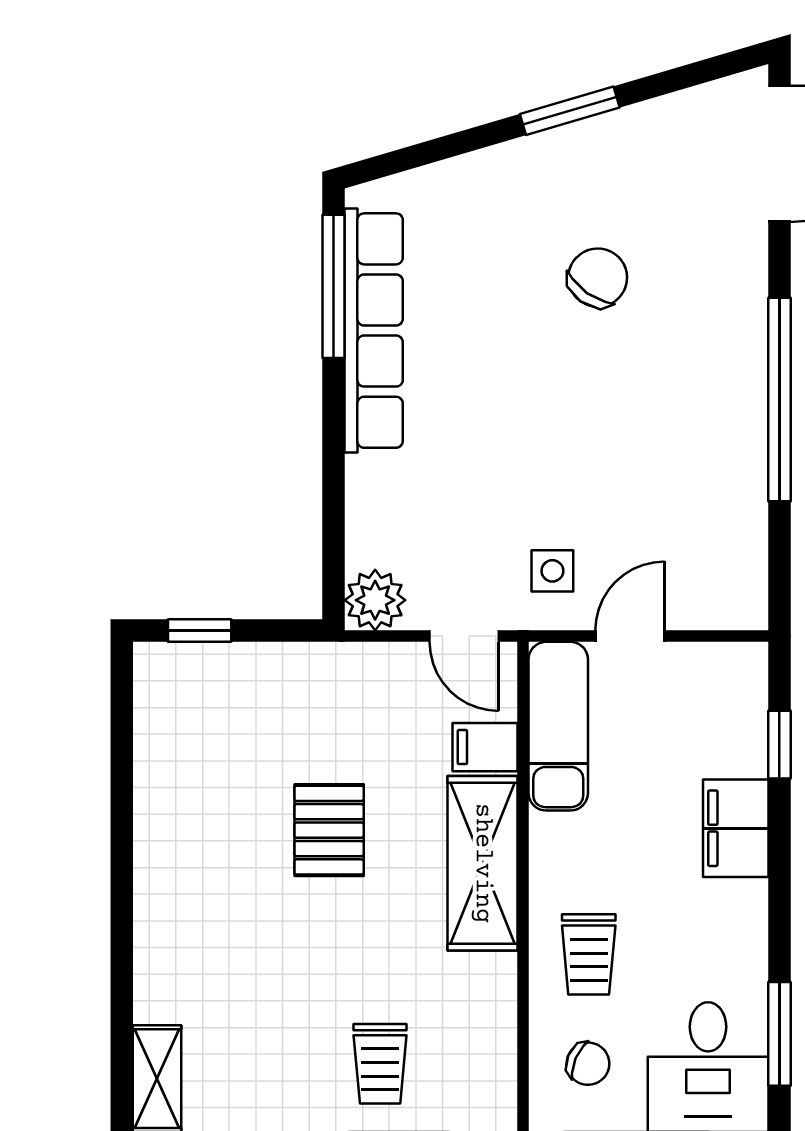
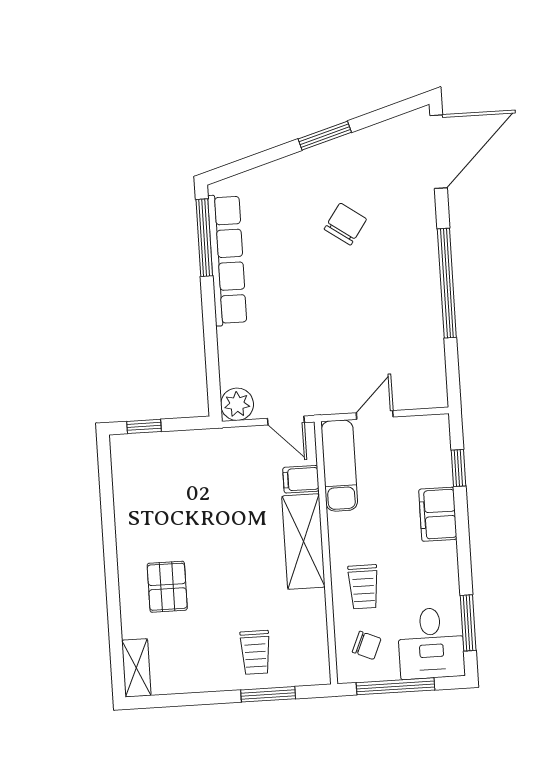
side table: (552, 571) -> (331, 383), removed
pallet: (329, 830) -> (167, 587), moved

